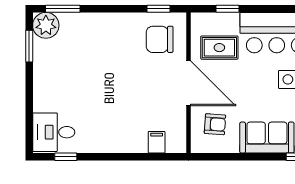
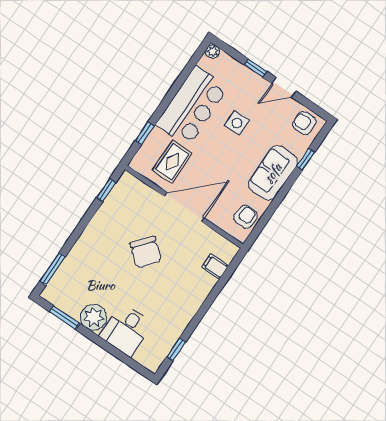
plant: (46, 25) -> (94, 317), moved
chair: (160, 39) -> (146, 252), moved, turned -50
armchair: (215, 124) -> (246, 217), moved
desk: (54, 132) -> (126, 330), moved

